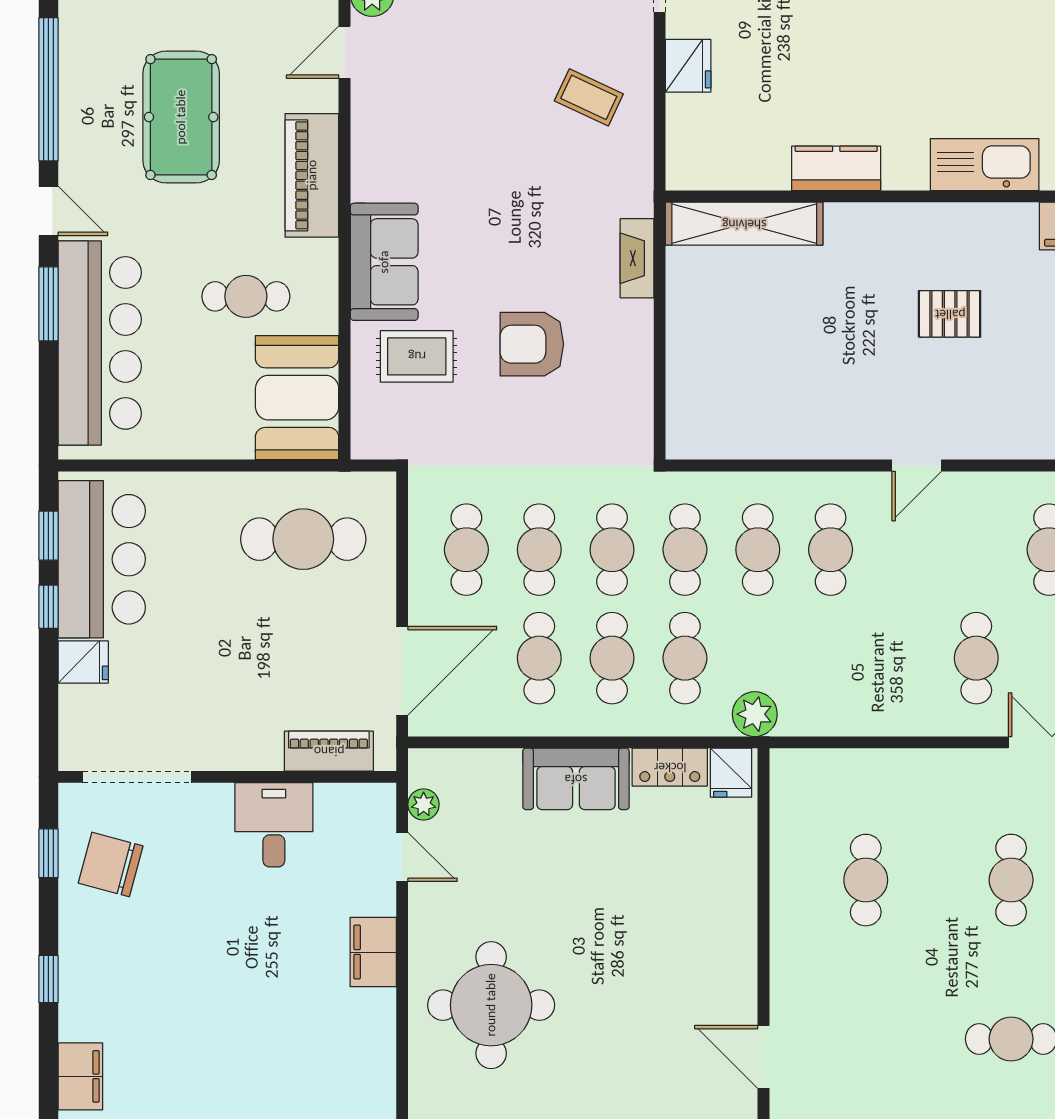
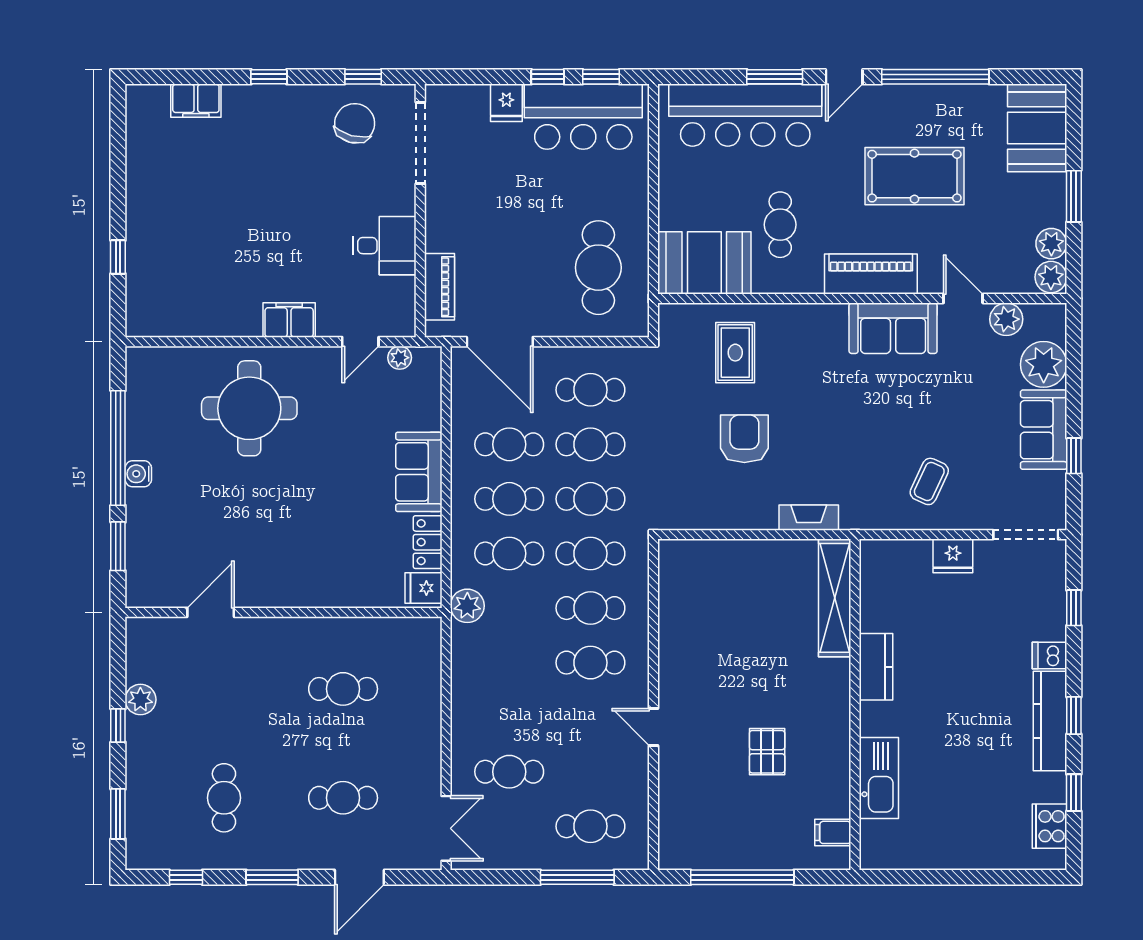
sofa: (384, 262) -> (893, 328), moved

